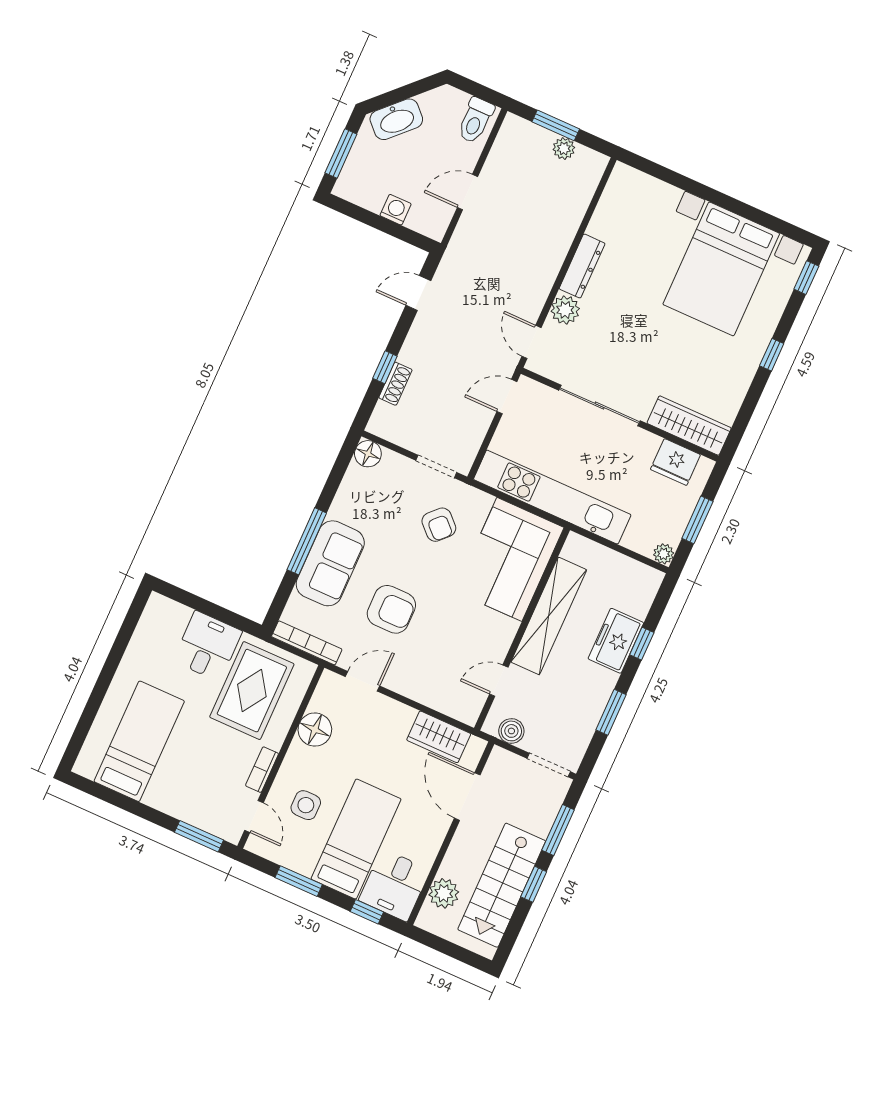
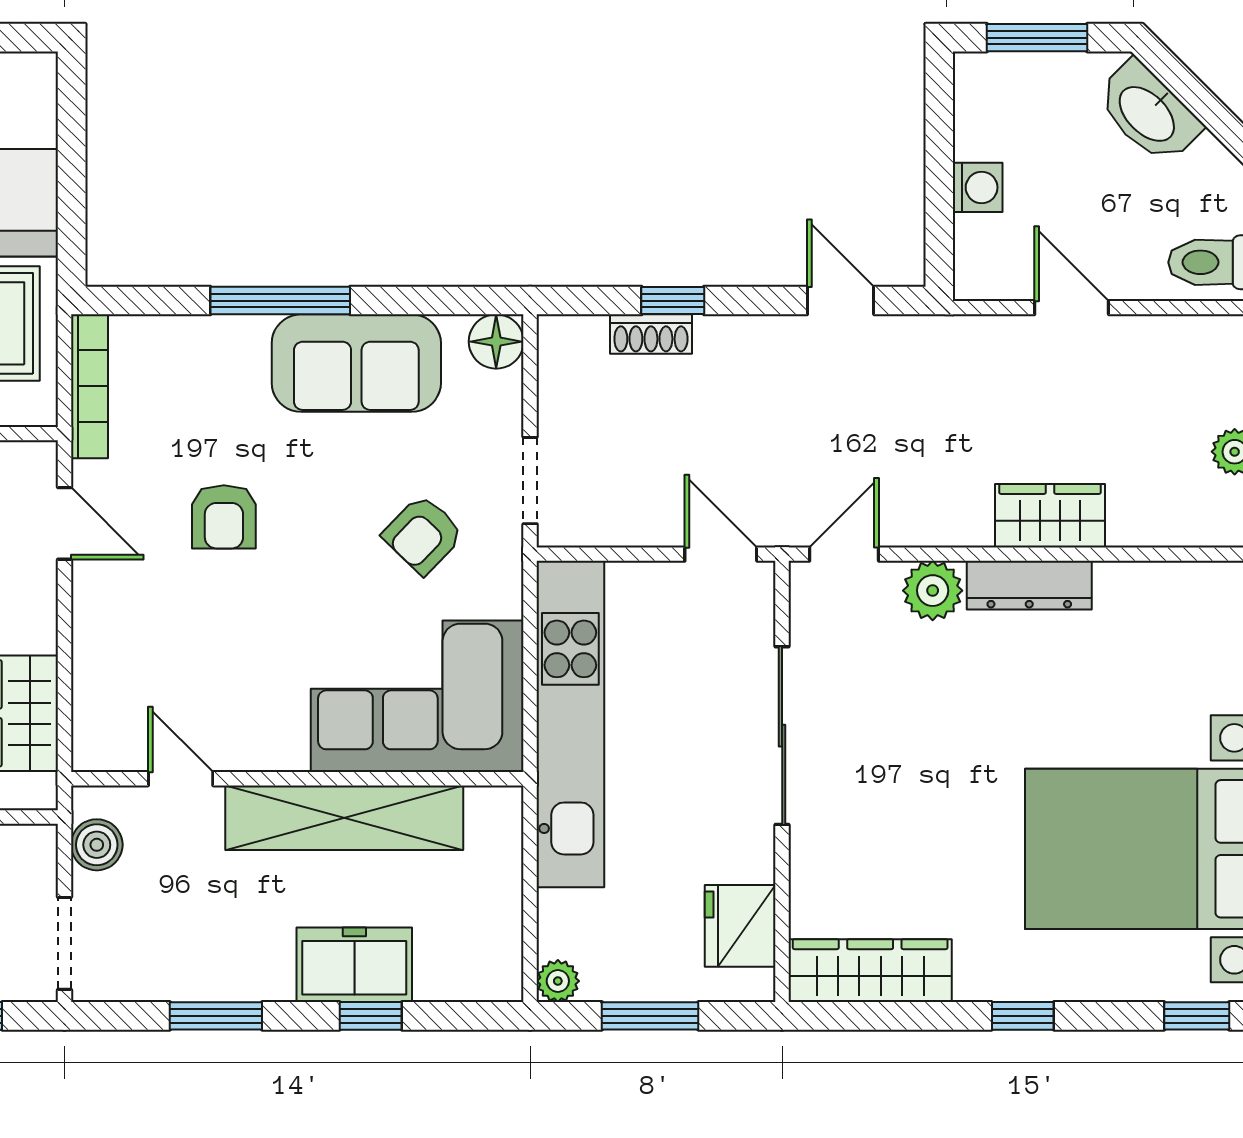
wardrobe: (555, 243) -> (1050, 516), added
wardrobe: (689, 426) -> (870, 971), moved, turned -90
sofa: (330, 563) -> (356, 363), moved
armchair: (391, 609) -> (224, 517), width x0.72, depth x0.72

